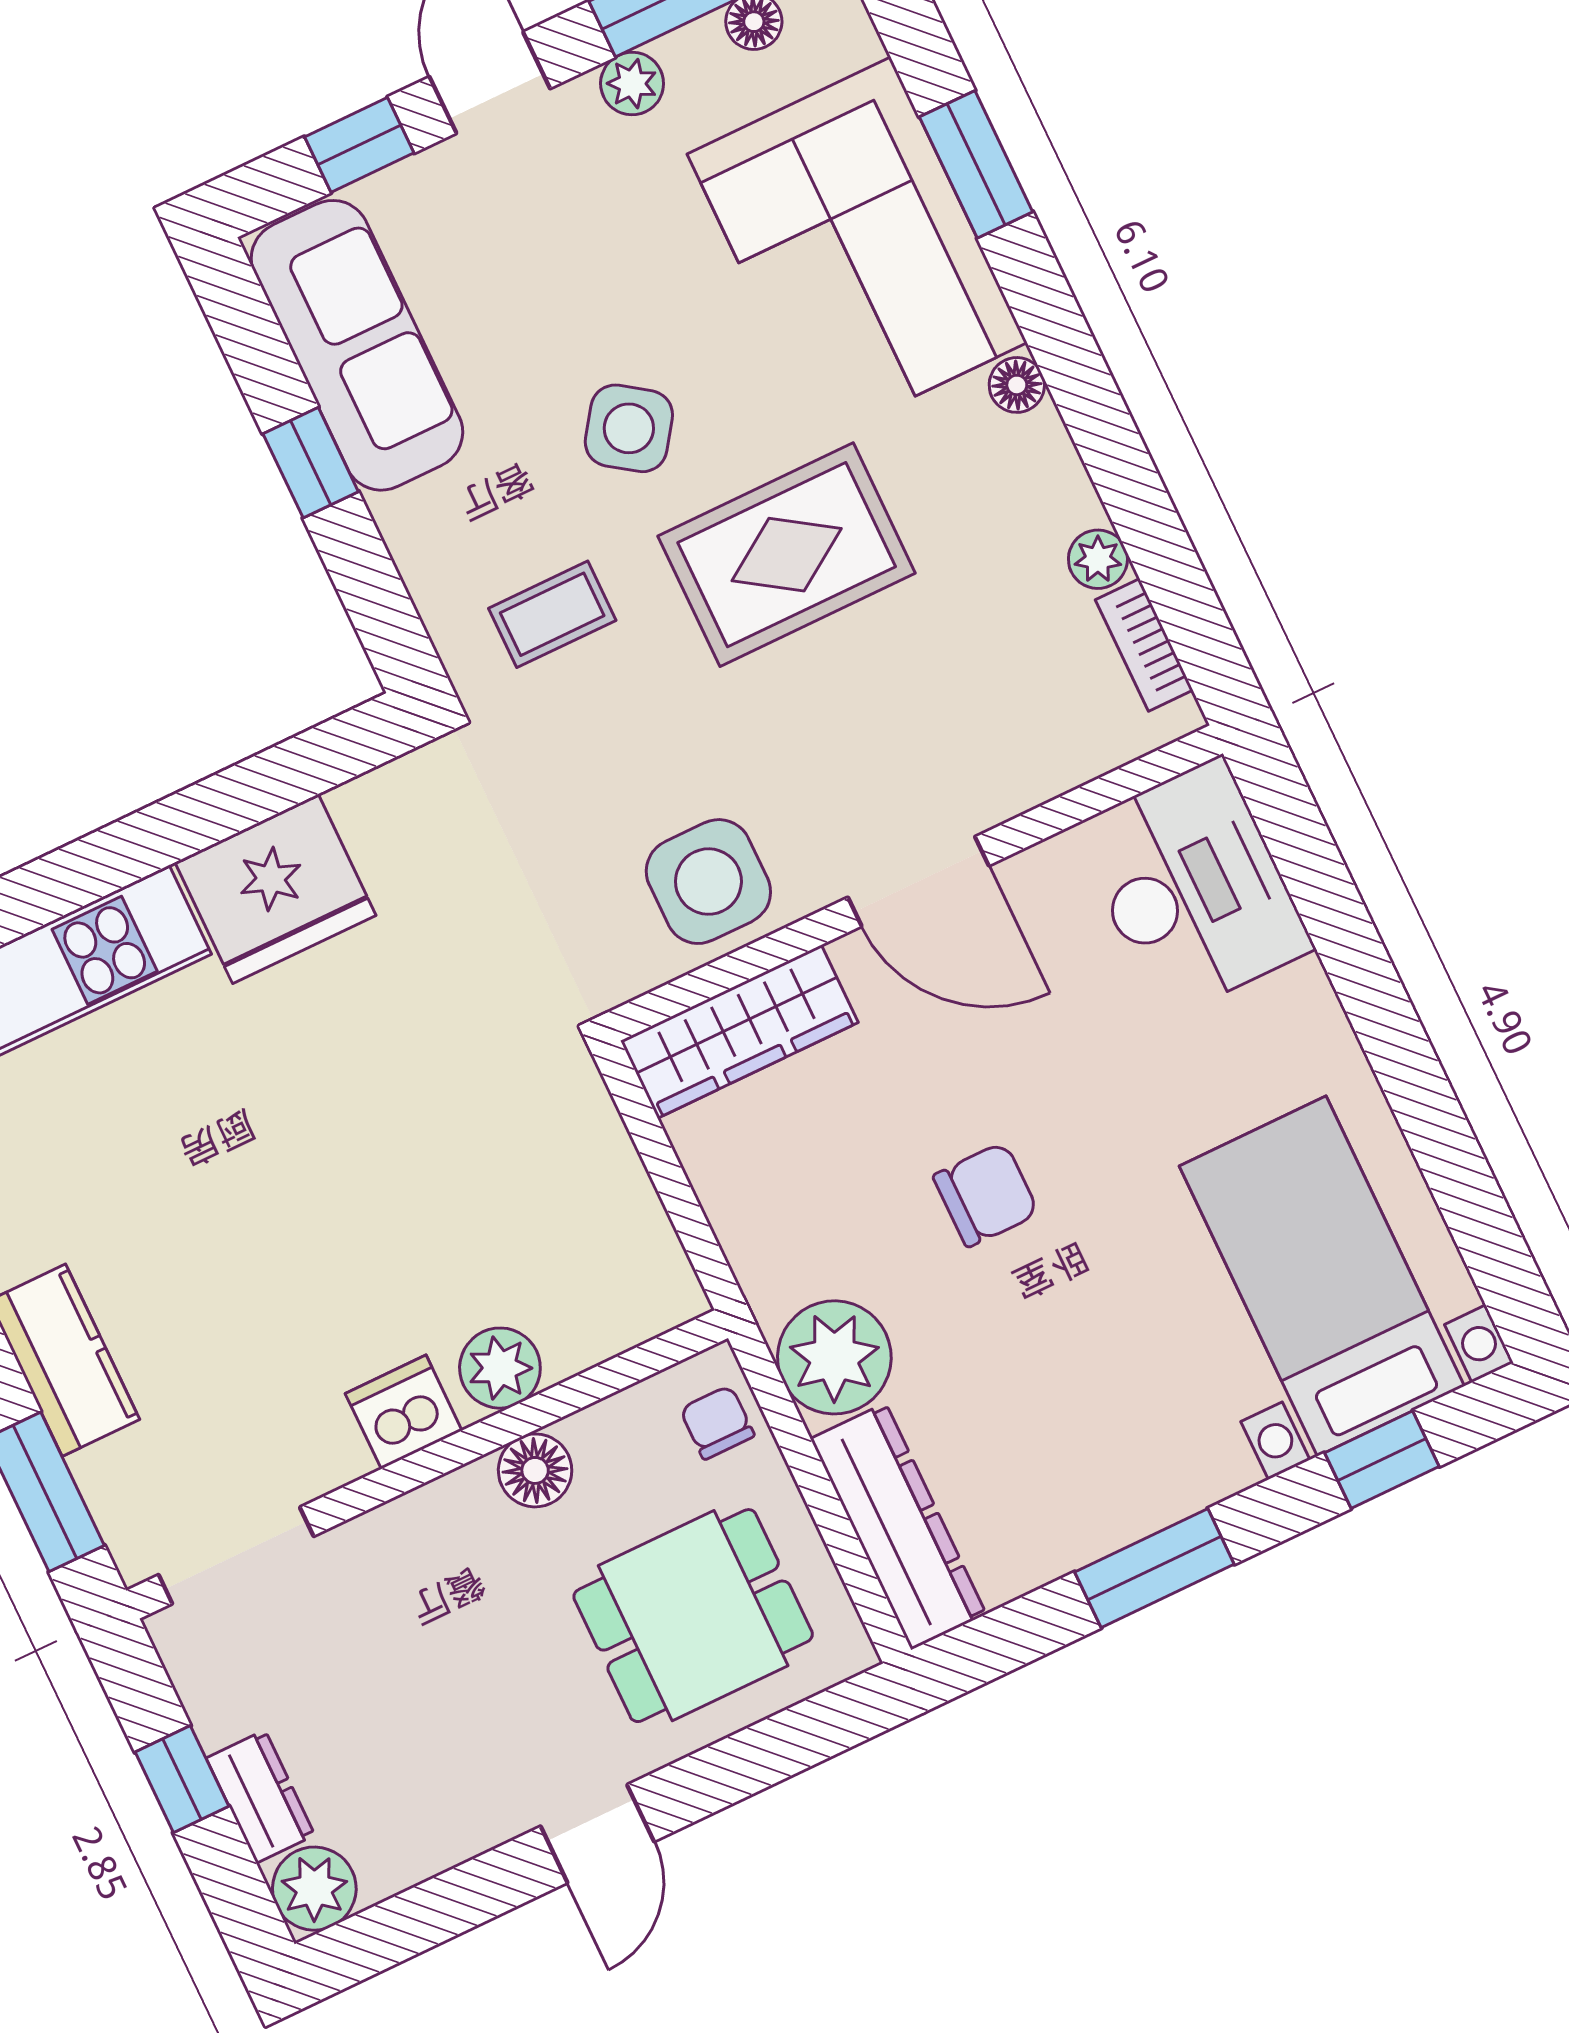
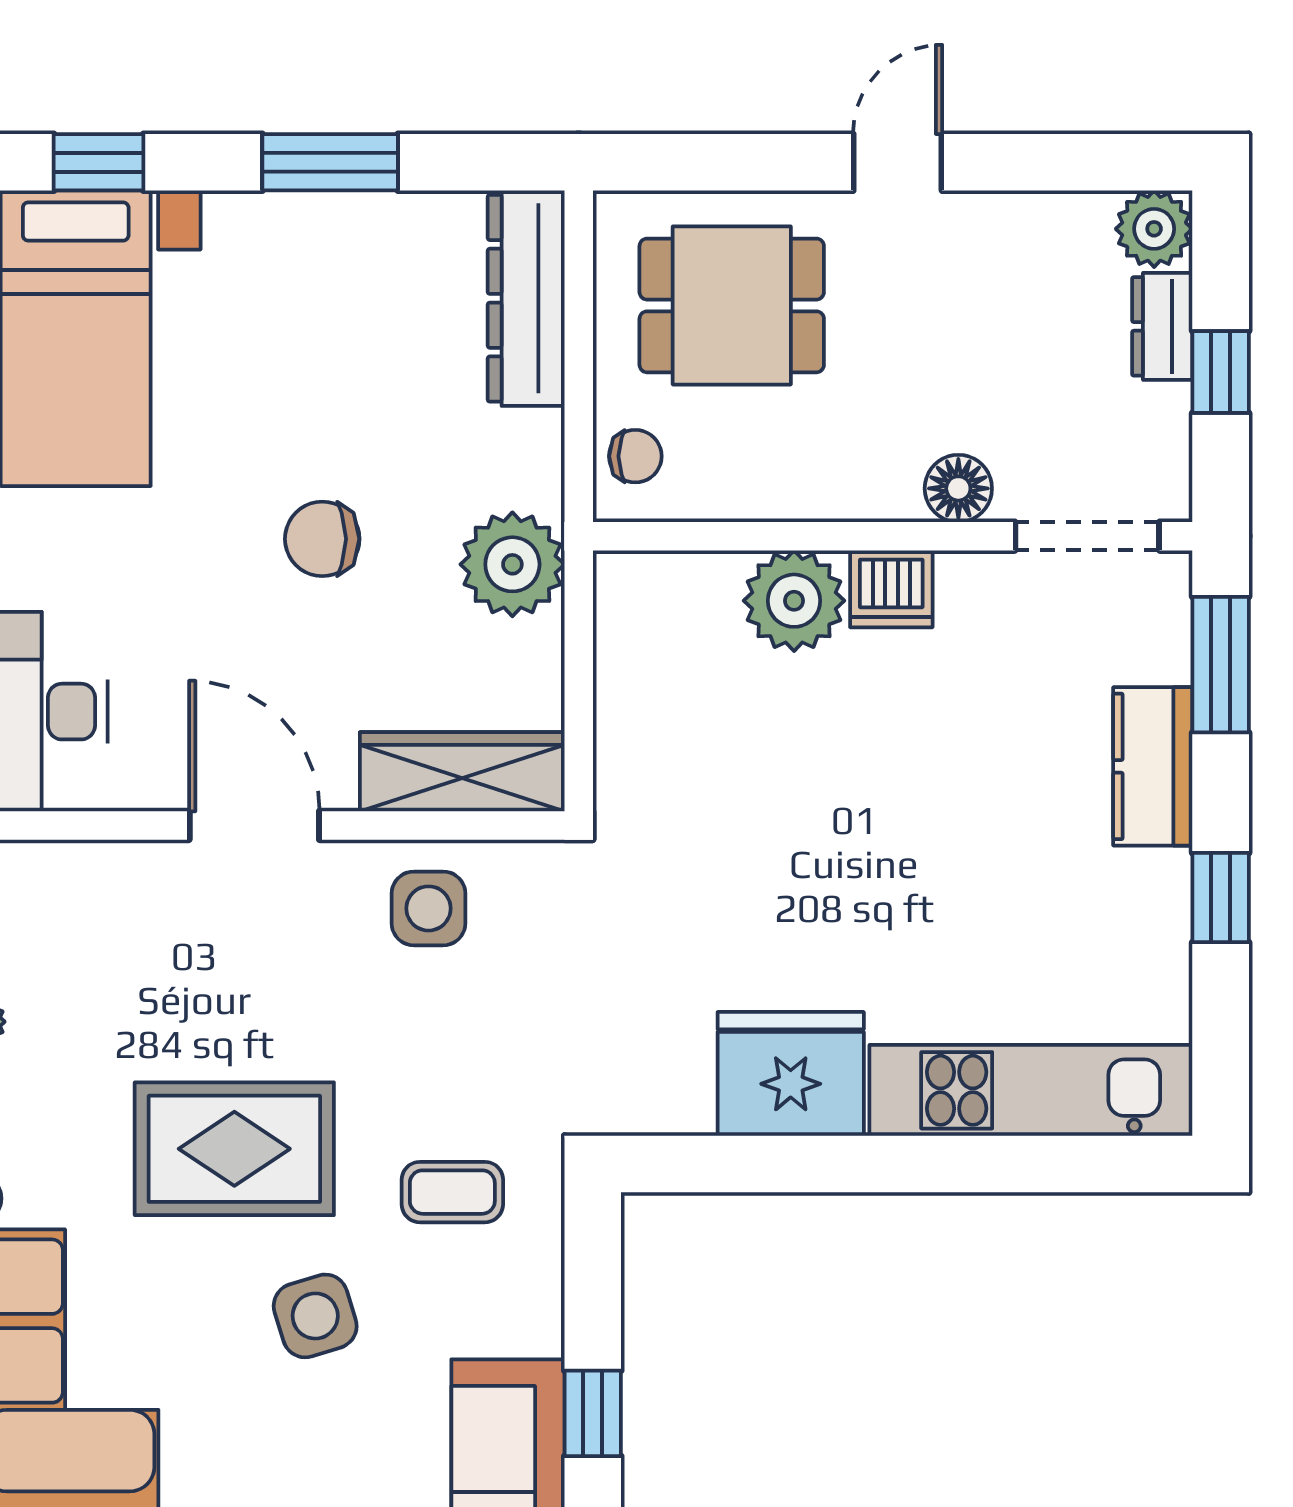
side table: (629, 428) -> (315, 1316), turned 38
side table: (708, 882) -> (429, 908), width x0.73, depth x0.73
plant: (834, 1357) -> (512, 564), moved
plant: (500, 1368) -> (794, 601), width x1.36, depth x1.36
chair: (717, 1422) -> (635, 456), turned -90
floor lamp: (535, 1470) -> (958, 488), moved

